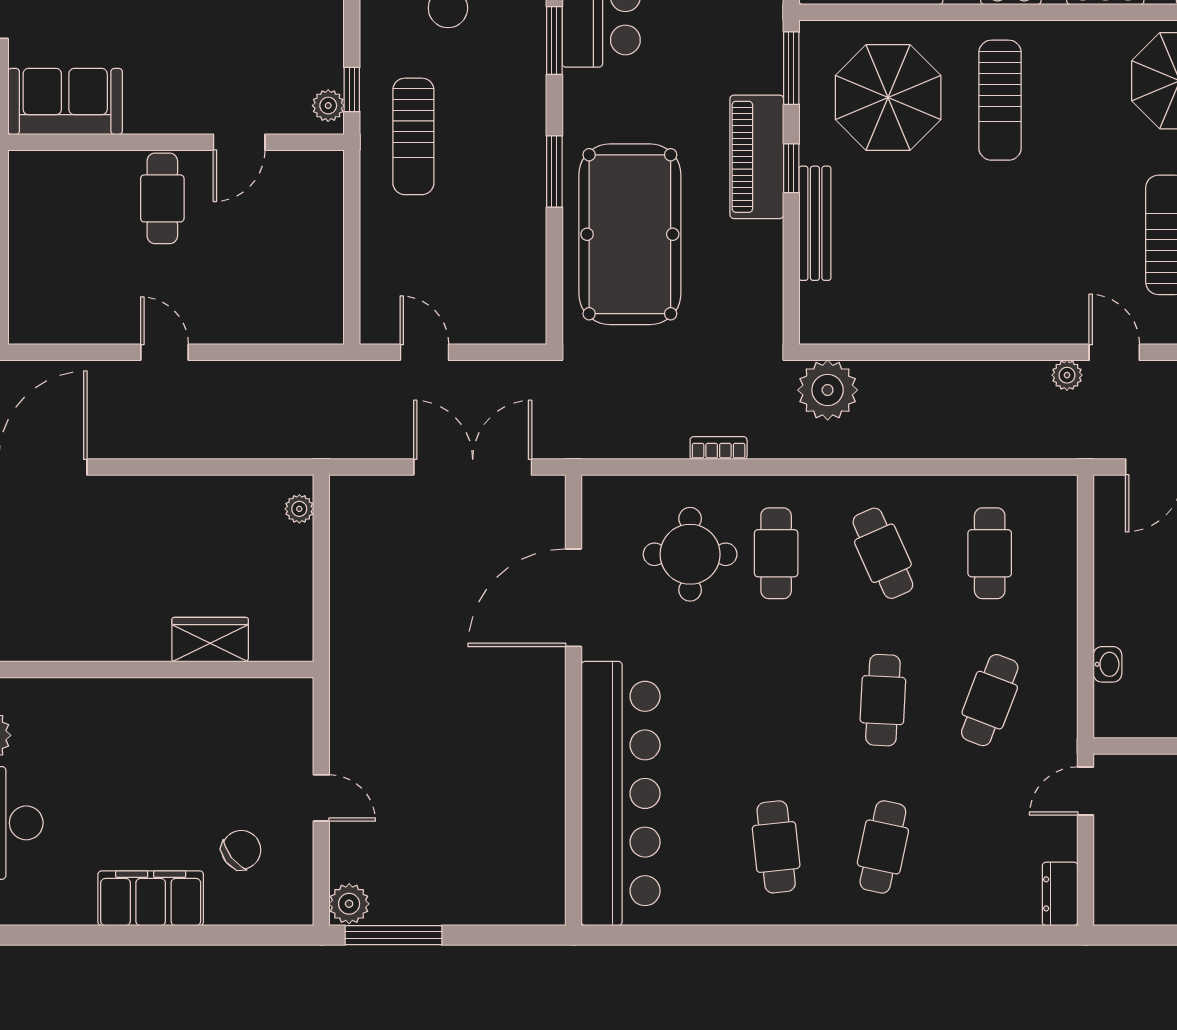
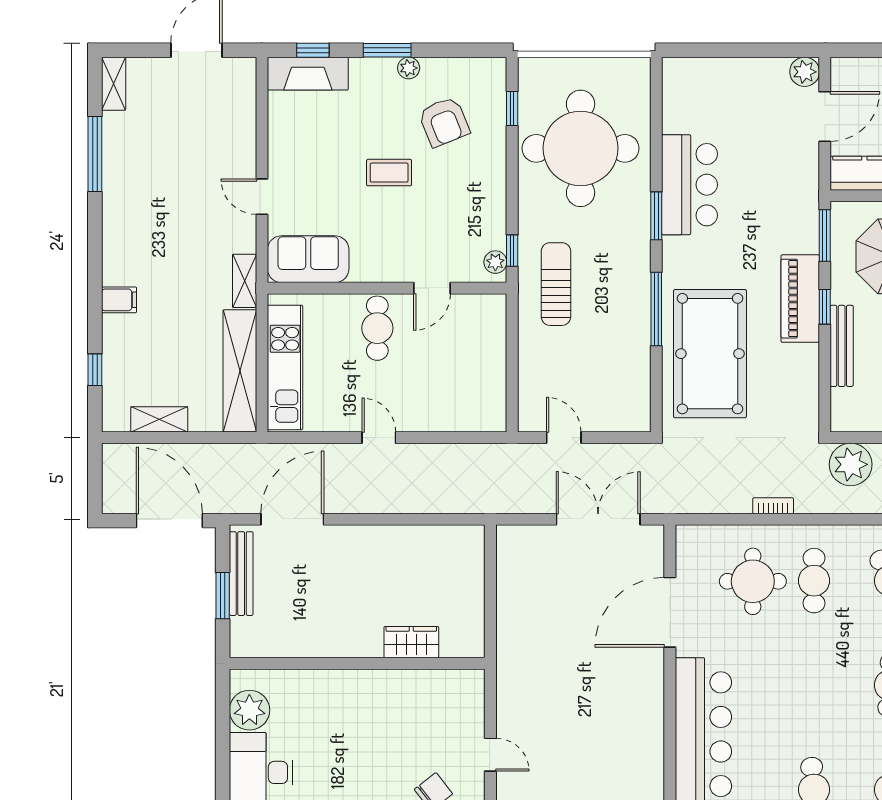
sun lounger: (413, 136) -> (556, 284), turned 180
window: (554, 172) -> (656, 309), width x1.44
kitchen unit: (33, 254) -> (285, 367), added
plant: (299, 509) -> (475, 549), removed

